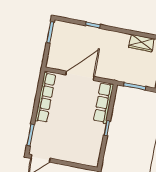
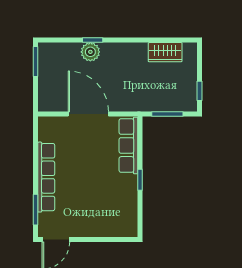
plant: (90, 33) -> (90, 52), added
door: (80, 76) -> (88, 114), hinge flipped
row of seats: (45, 98) -> (46, 177), moved

